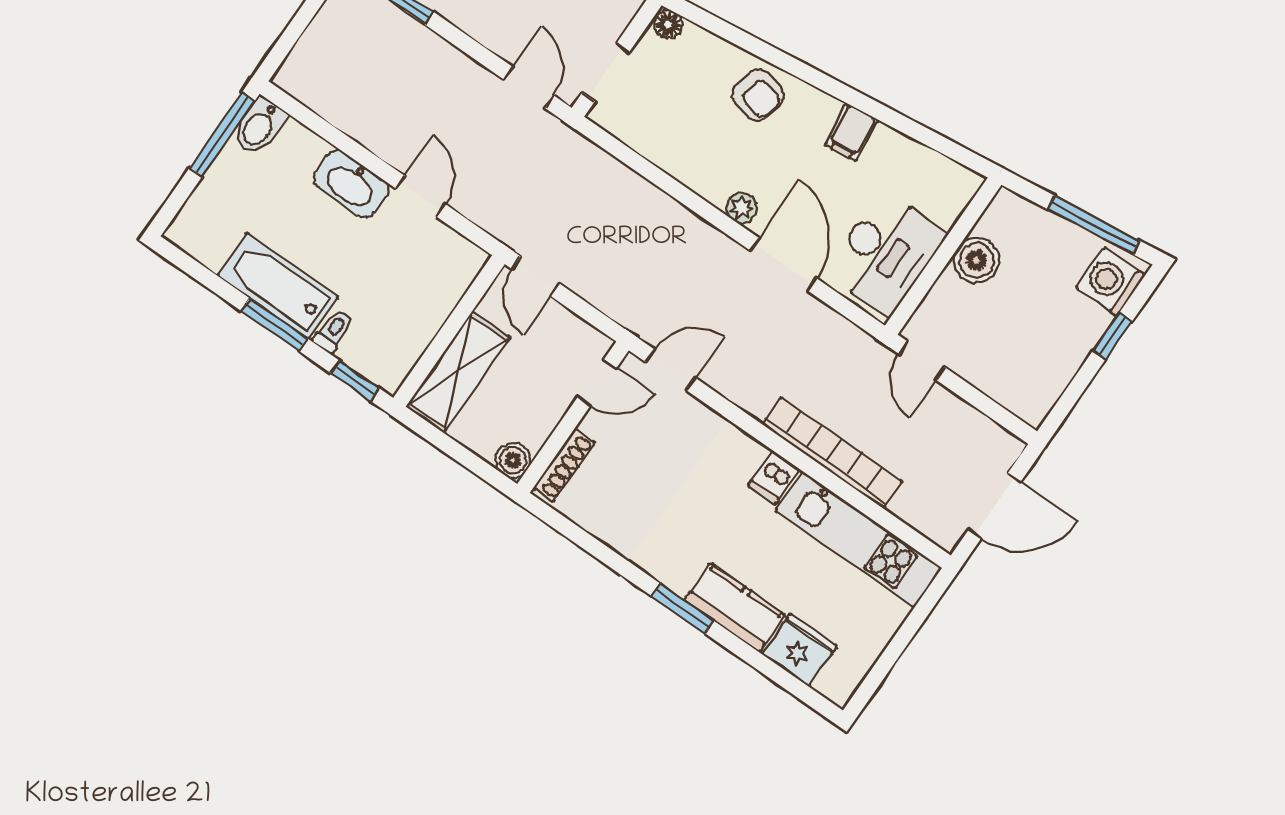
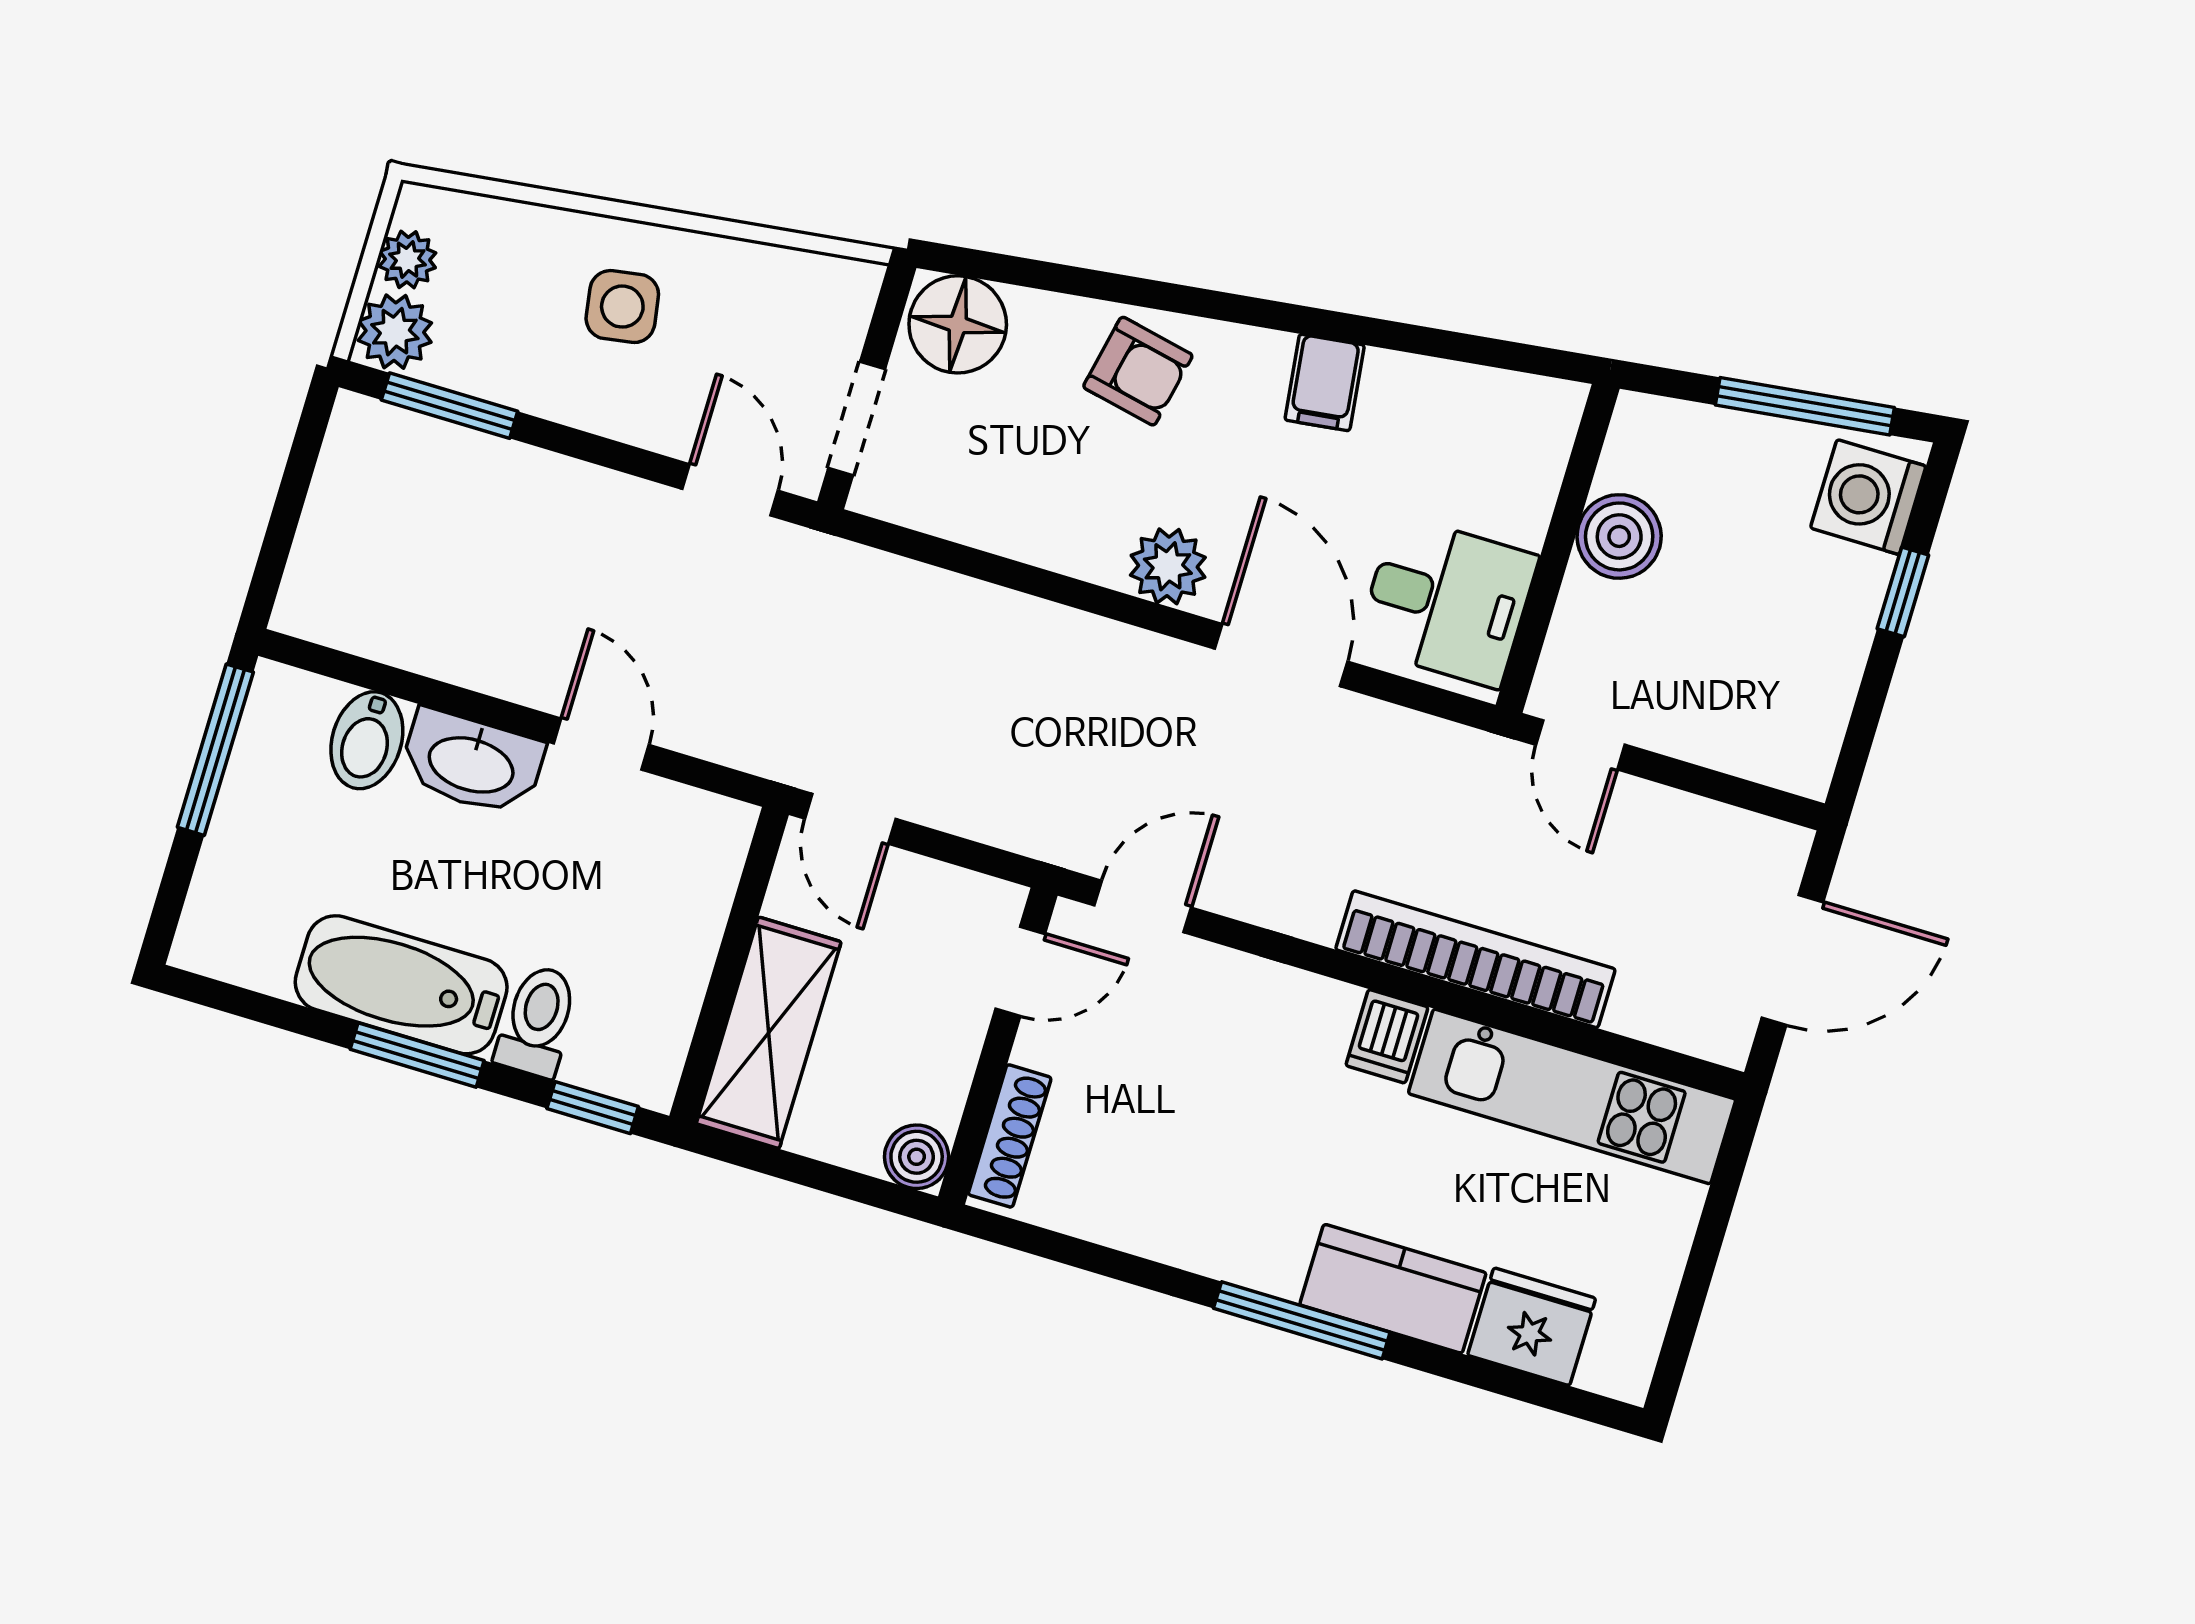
floor lamp: (668, 24) -> (958, 324), width x1.89, depth x1.89
bidet: (260, 126) -> (367, 740), moved
plant: (742, 208) -> (1168, 566), width x1.38, depth x1.38
desk: (886, 253) -> (1447, 601), width x0.73
toilet: (333, 331) -> (537, 1021), width x1.37, depth x1.39
window: (683, 609) -> (1302, 1320), width x1.44

